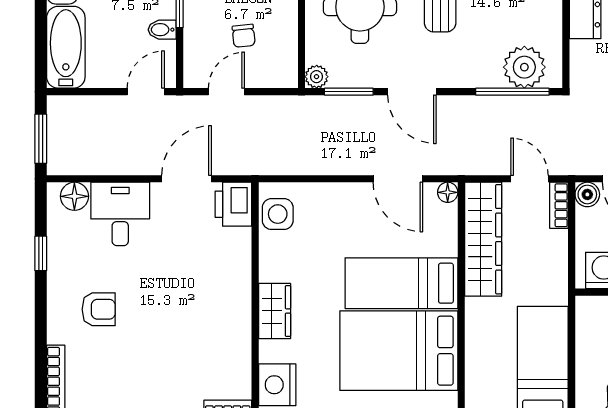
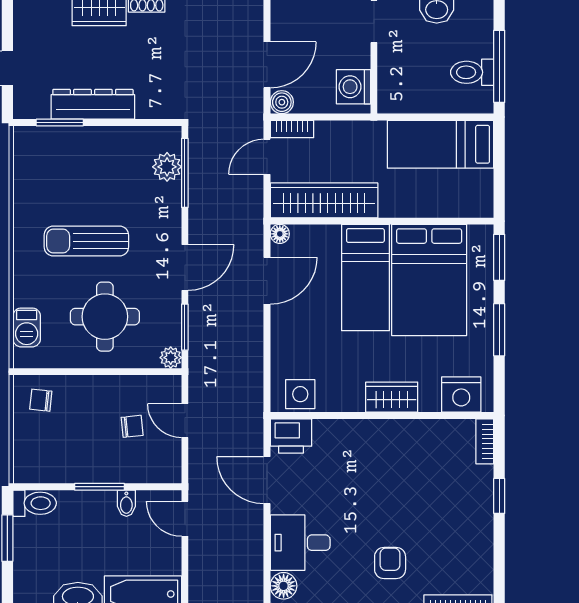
plant: (524, 67) -> (167, 167), width x0.73, depth x0.73
door: (226, 92) -> (185, 421), moved

